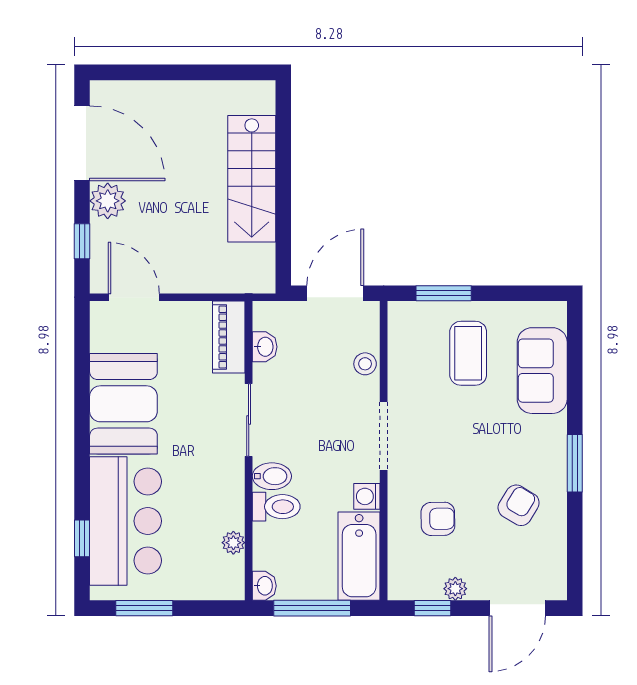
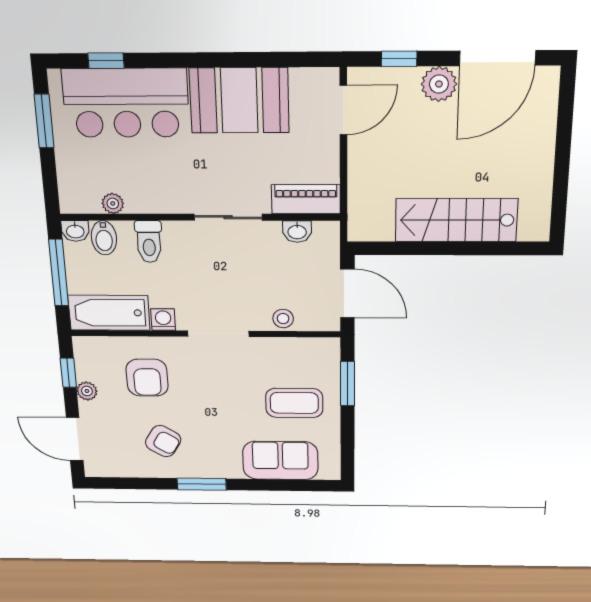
bidet: (272, 476) -> (104, 238), moved
armchair: (438, 519) -> (147, 378), width x1.38, depth x1.38

